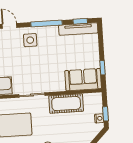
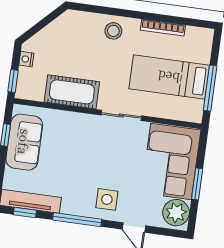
sofa: (83, 80) -> (24, 142), moved, turned -90
window: (105, 114) -> (13, 81), moved

